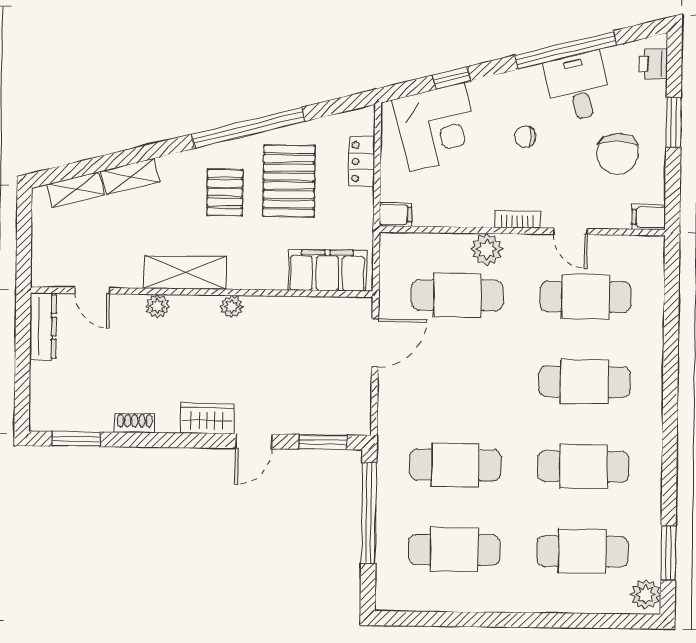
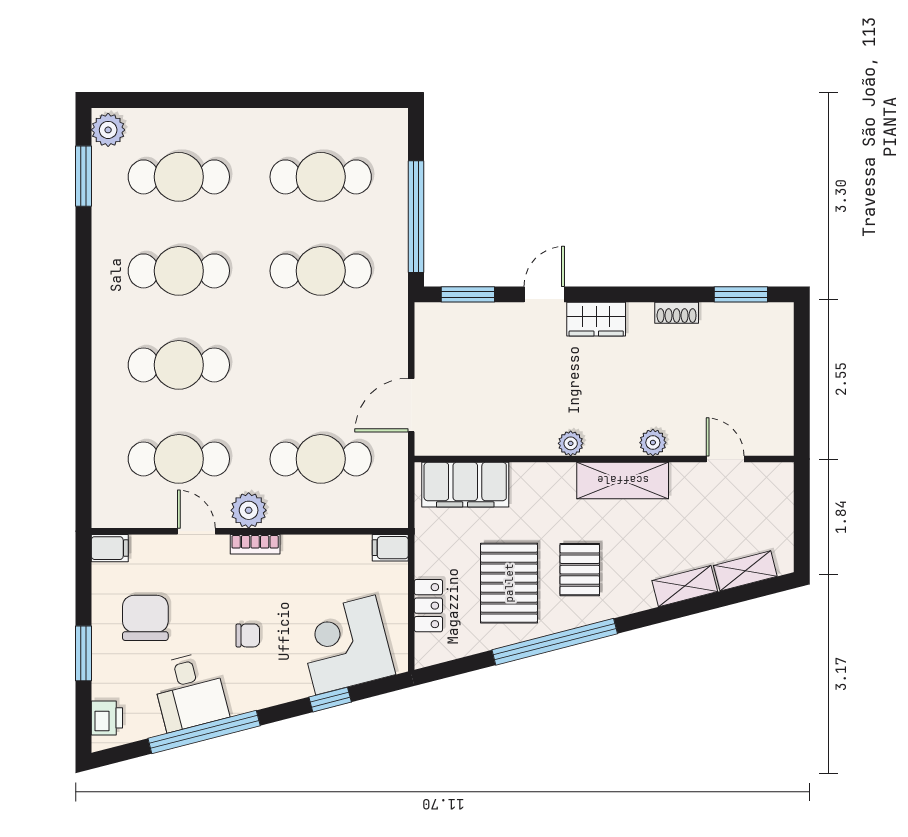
plant: (487, 249) -> (249, 510), moved
dresser: (43, 326) -> (779, 419), removed

